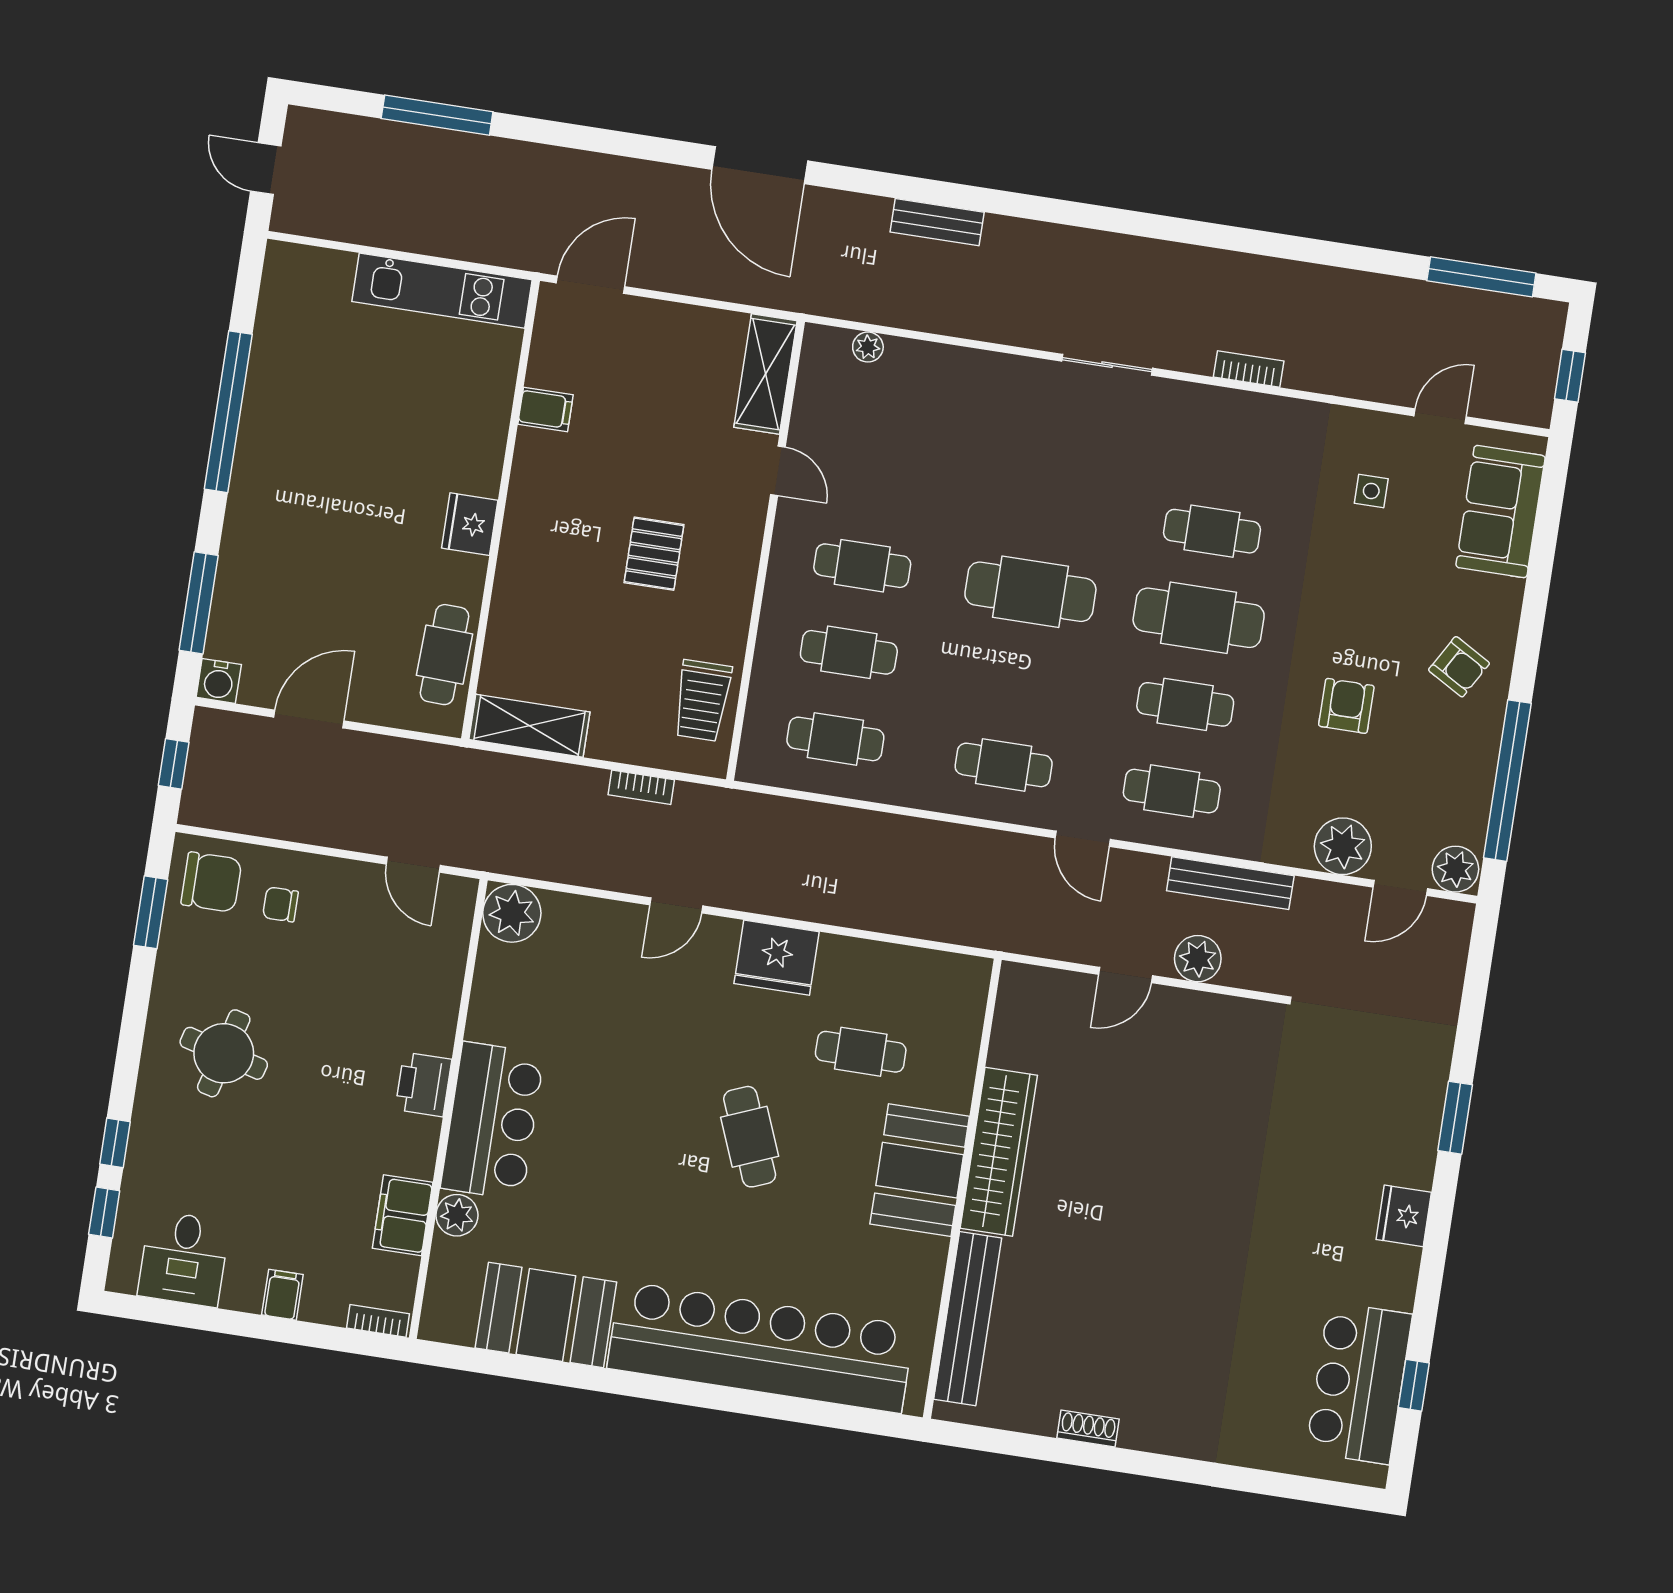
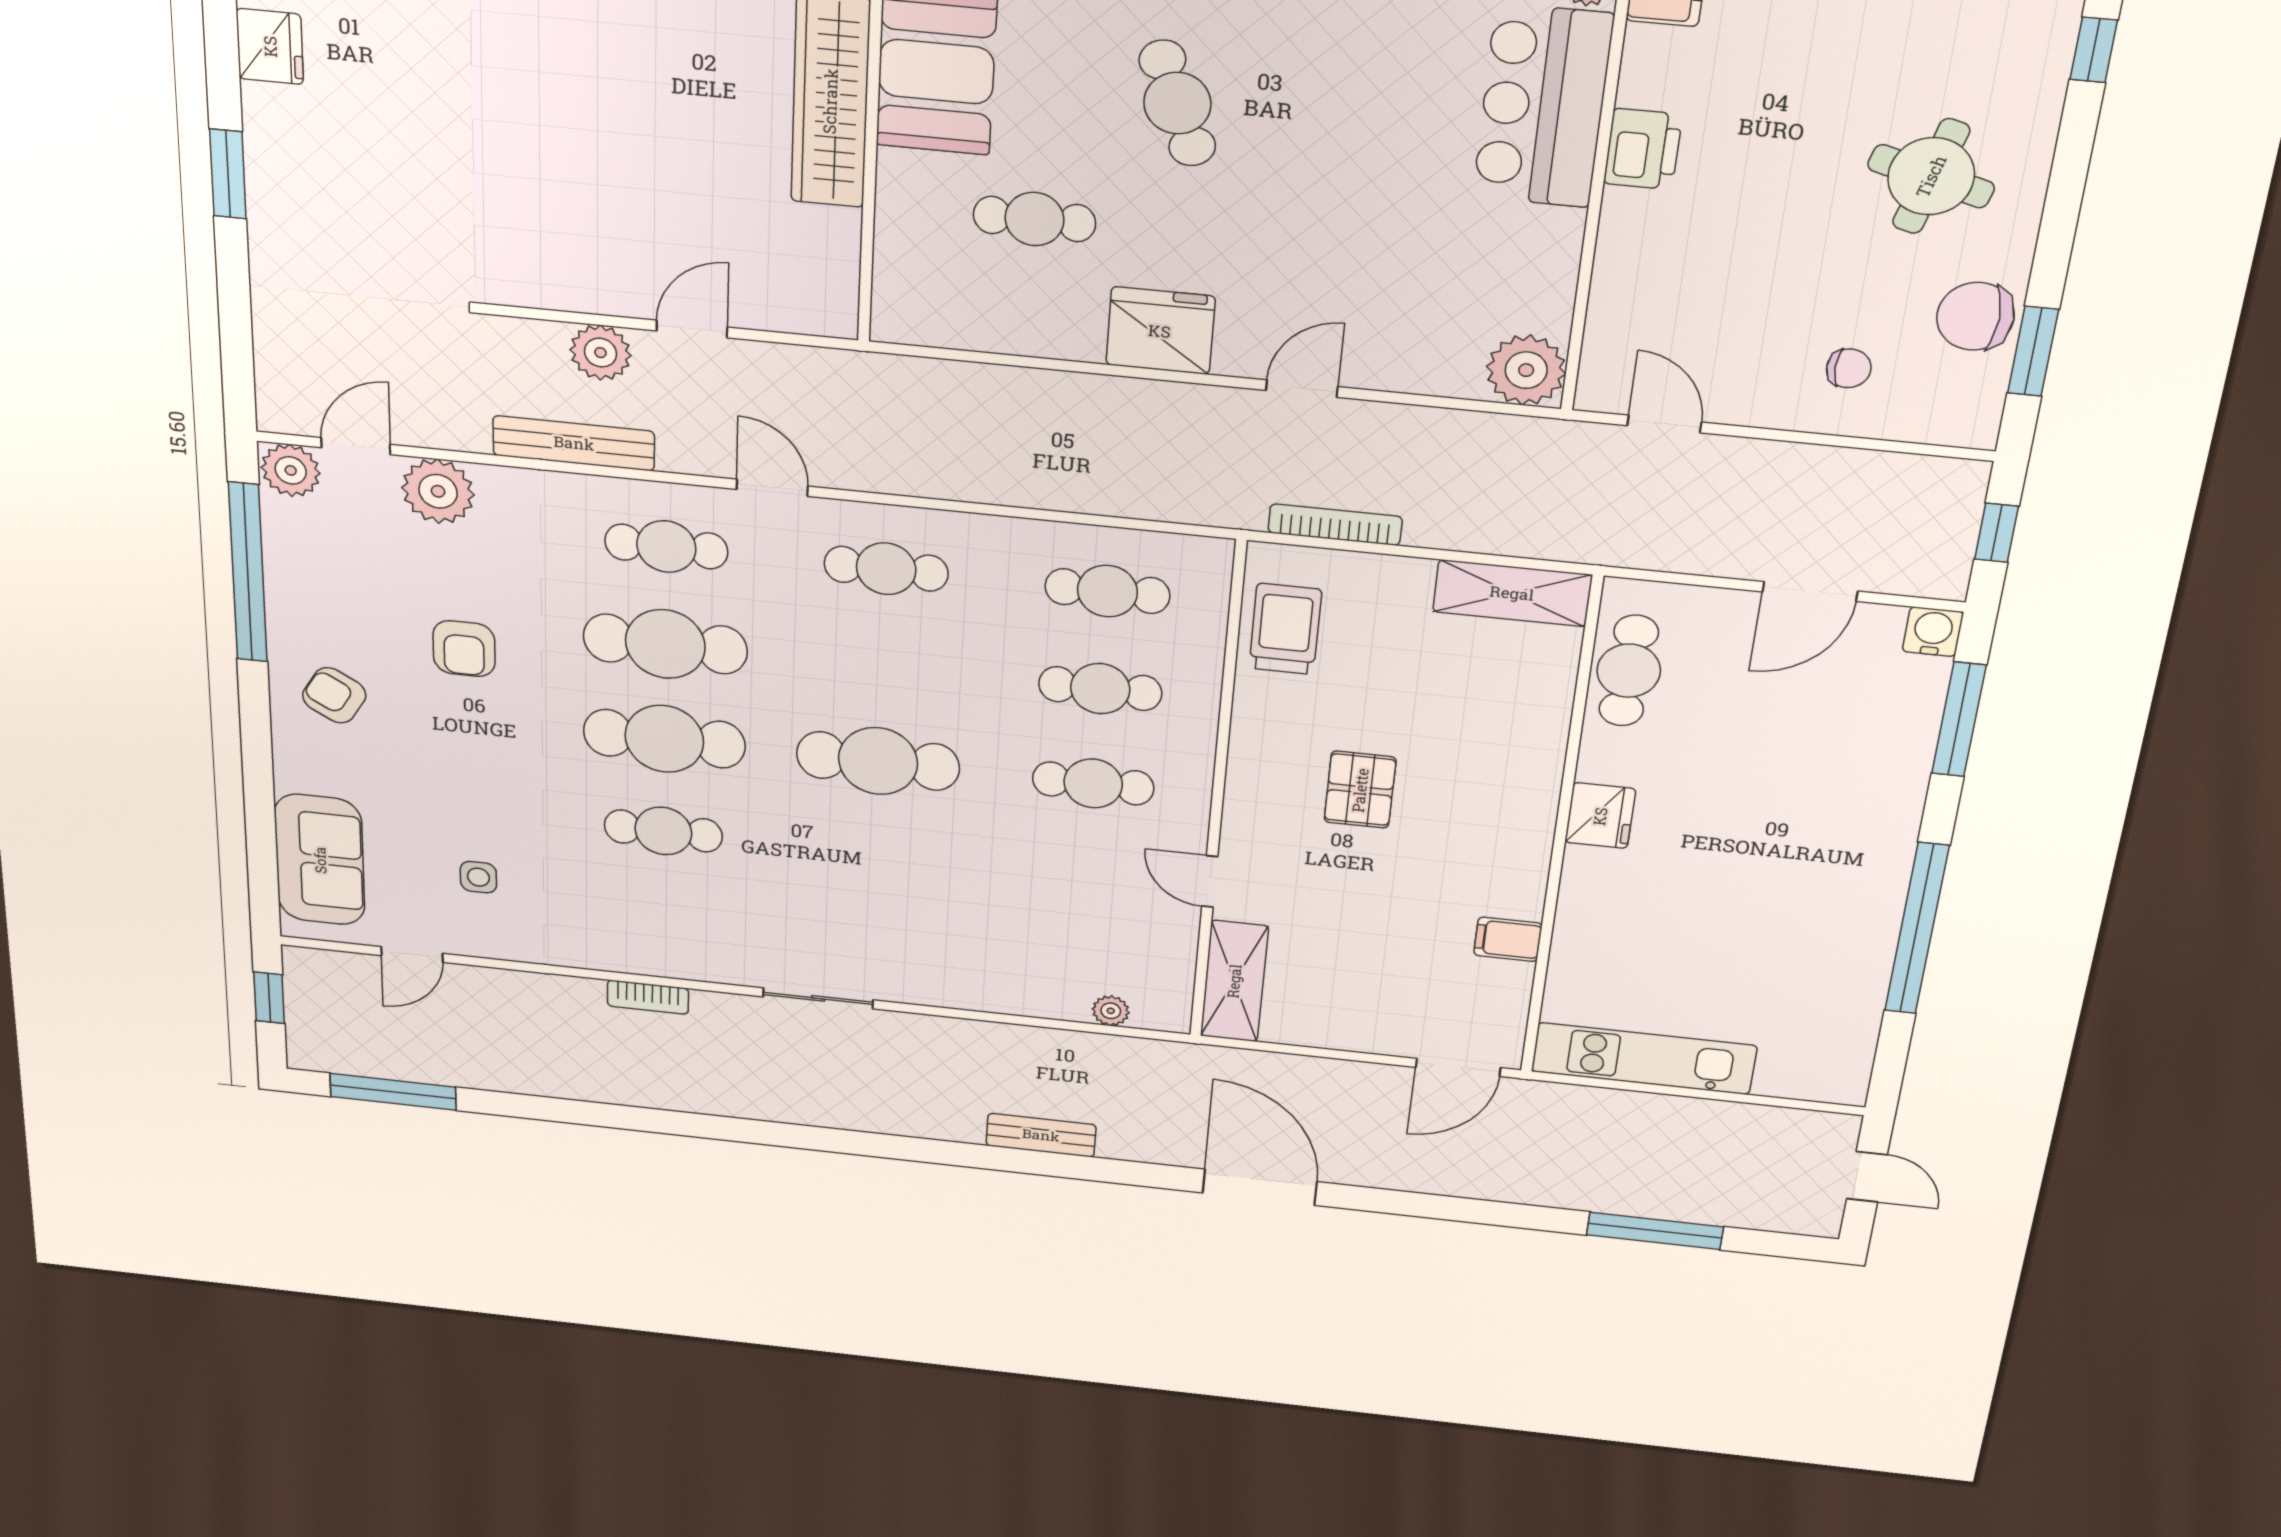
cafe table: (1185, 704) -> (665, 644), width x1.37, depth x1.35
bookcase: (641, 787) -> (1335, 525), width x1.56
chair: (211, 882) -> (1975, 316), moved

